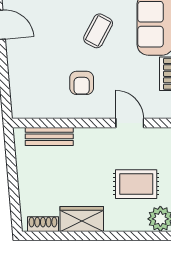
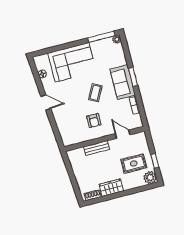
bench: (49, 136) -> (97, 148), moved

